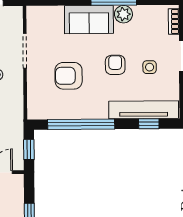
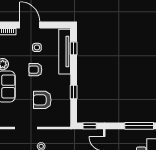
armchair: (69, 76) -> (42, 100), turned 90
window: (81, 124) -> (74, 92), width x0.32

